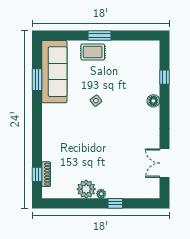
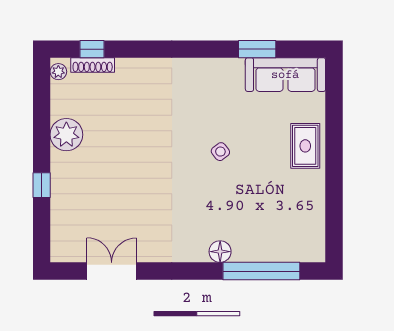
window: (99, 35) -> (334, 158), removed
sofa: (54, 72) -> (285, 75), width x0.74, depth x0.79
window: (165, 77) -> (261, 271), width x3.17
plant: (101, 194) -> (58, 72), moved

